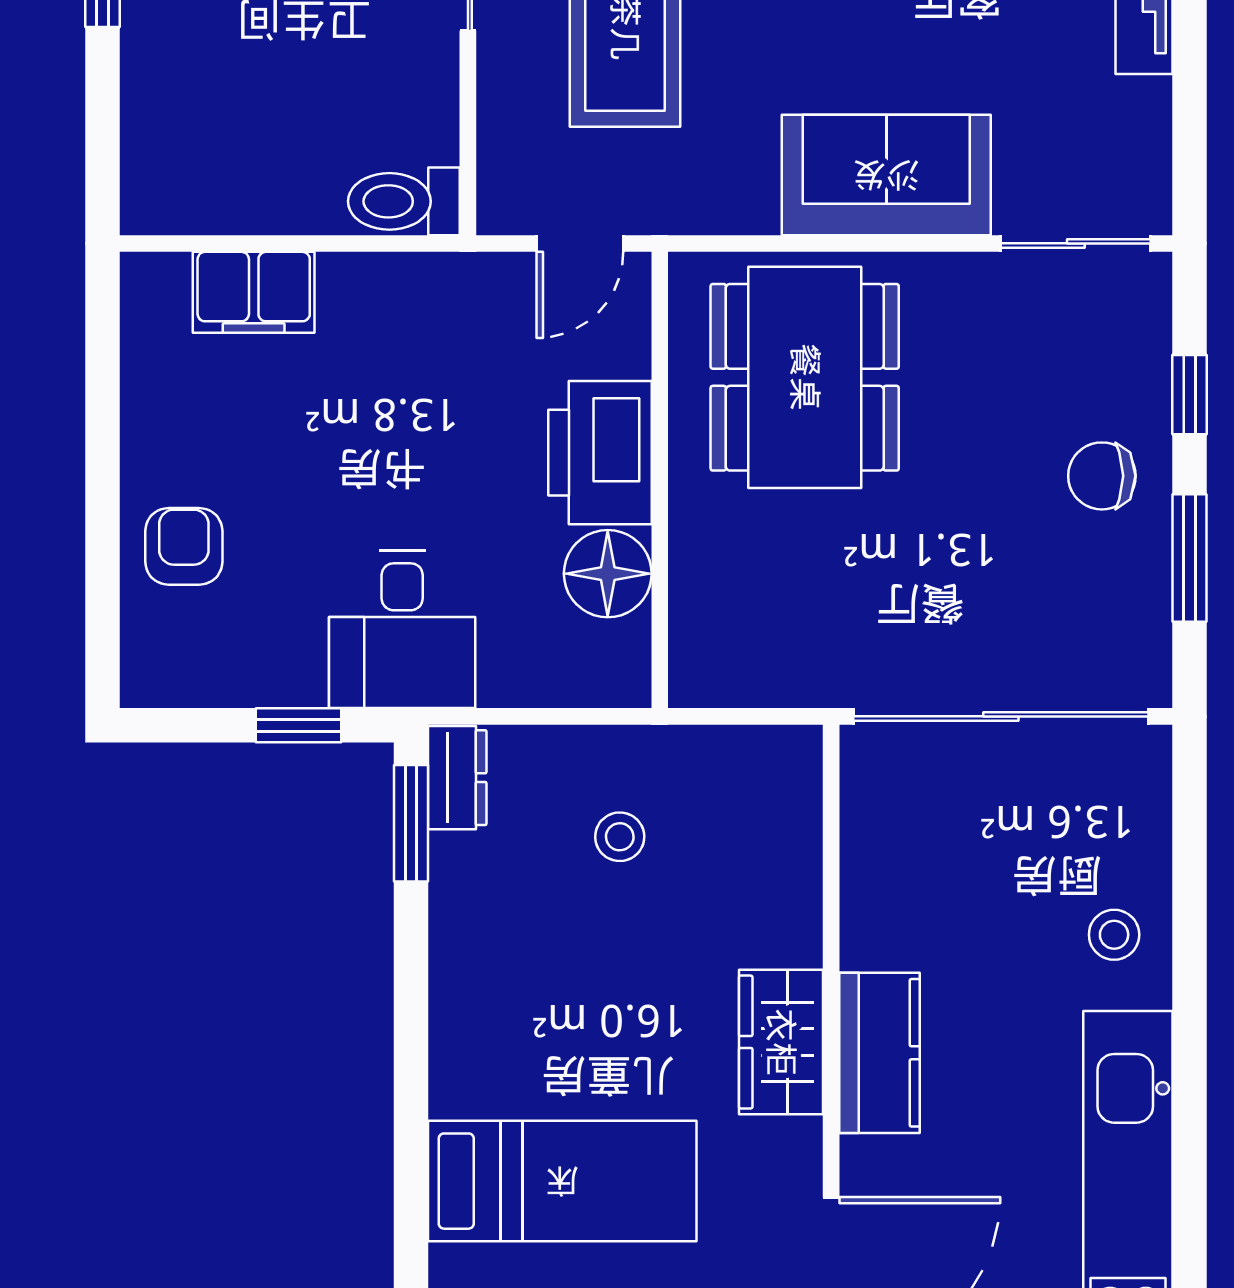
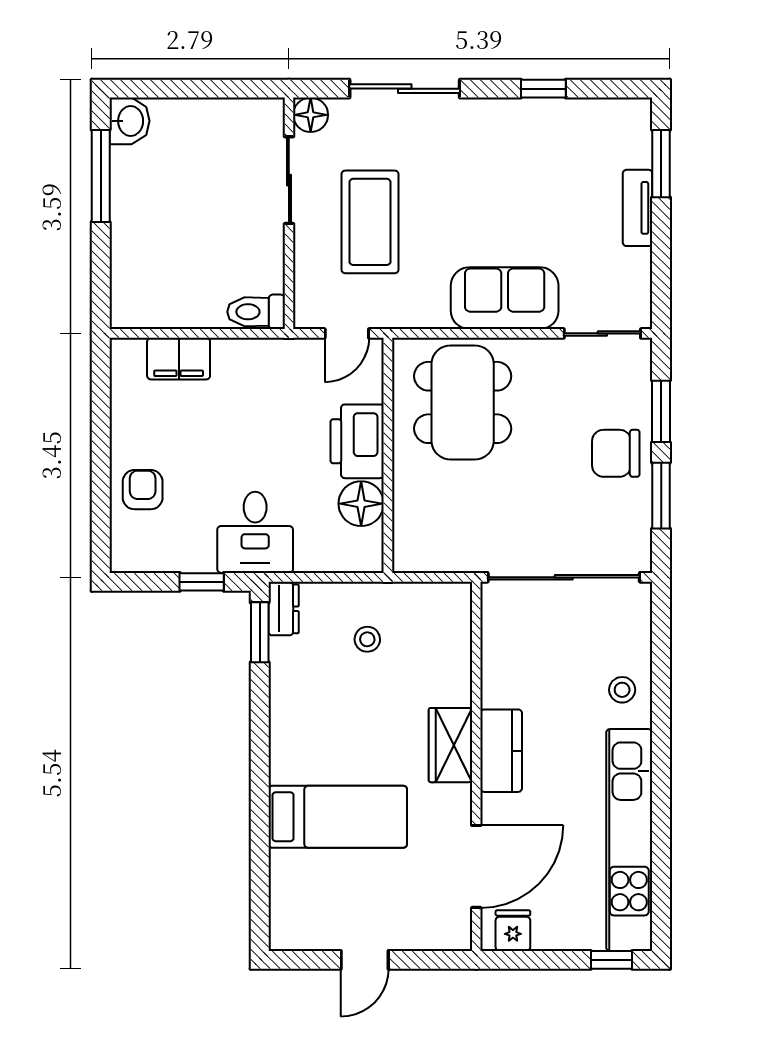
window: (1190, 395) -> (661, 411), width x1.50
chair: (1102, 476) -> (616, 453), width x1.37, depth x1.37

